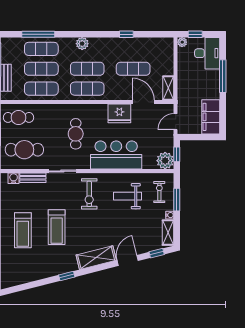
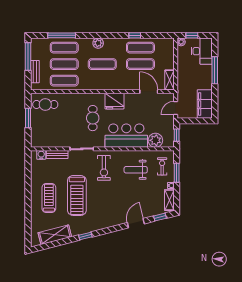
exercise mat: (87, 89) -> (140, 48), moved
fridge: (119, 113) -> (114, 101), moved
cafe table: (24, 150) -> (50, 131), removed
plant: (165, 161) -> (155, 140), moved
treadmill: (57, 227) -> (77, 195), width x1.37, depth x1.38
treadmill: (23, 230) -> (49, 198), turned 180
shelving: (96, 258) -> (55, 235), moved

